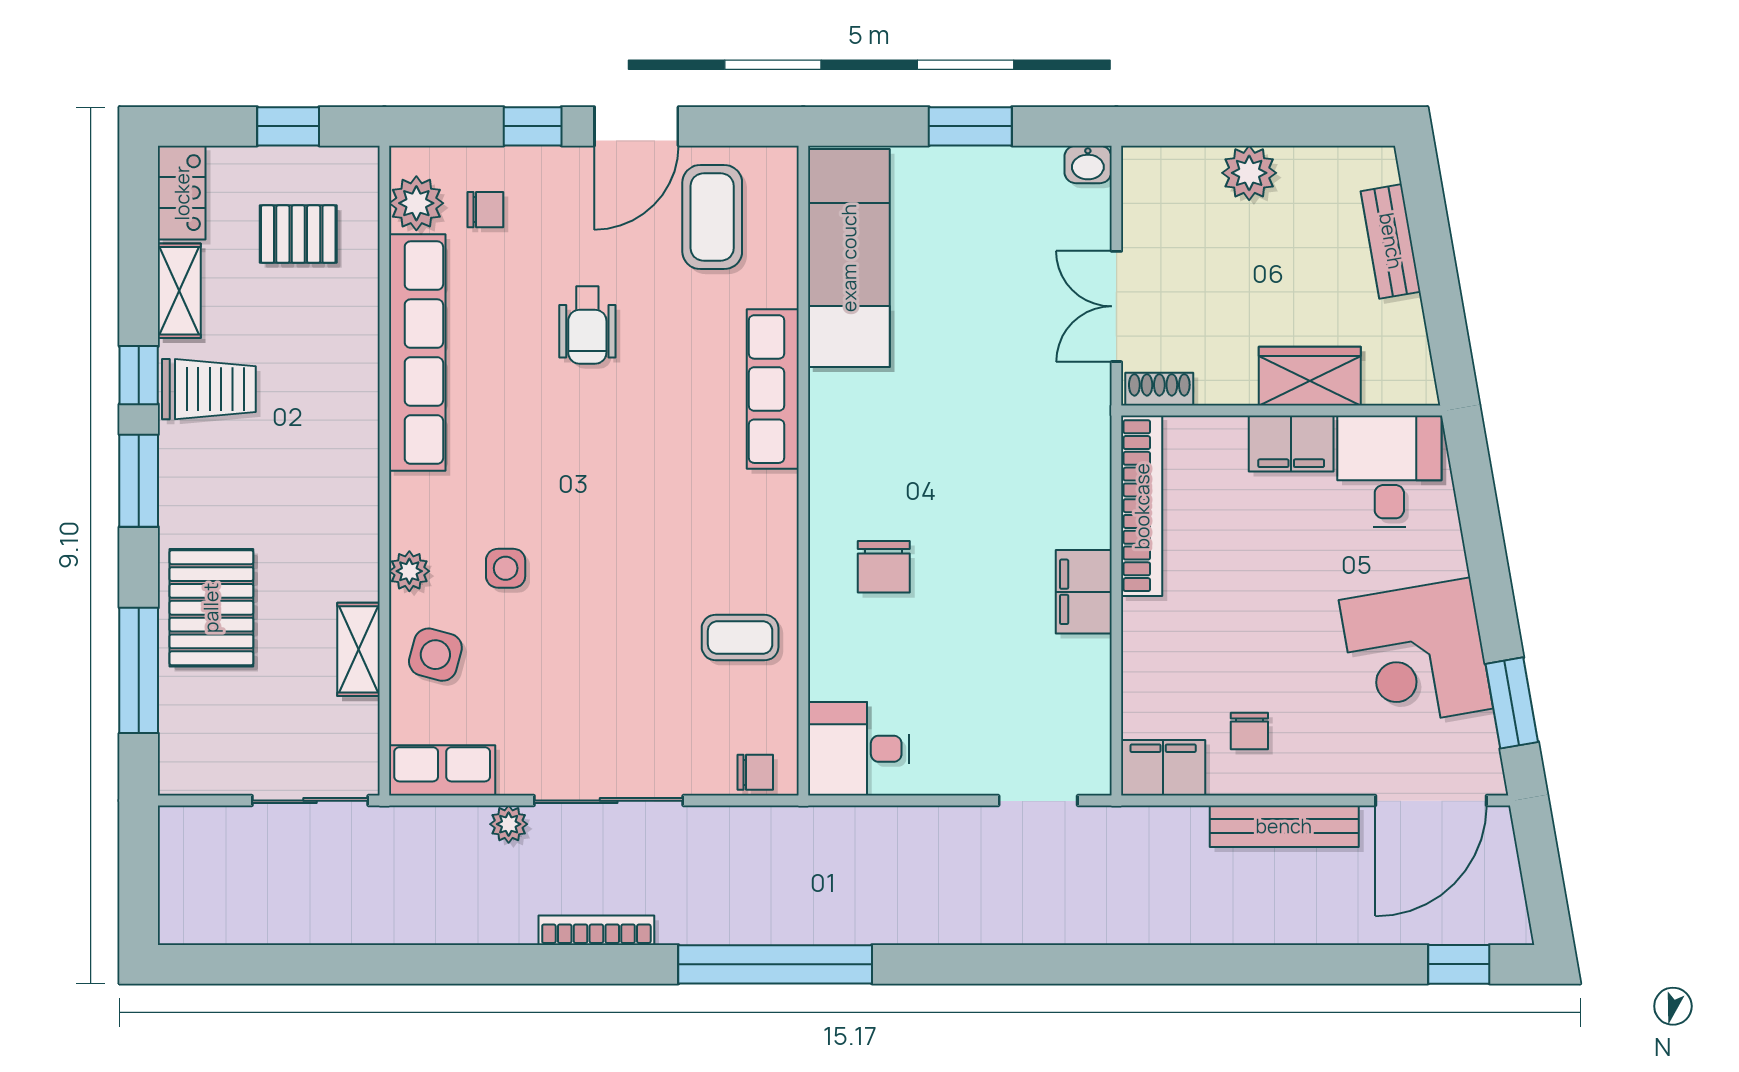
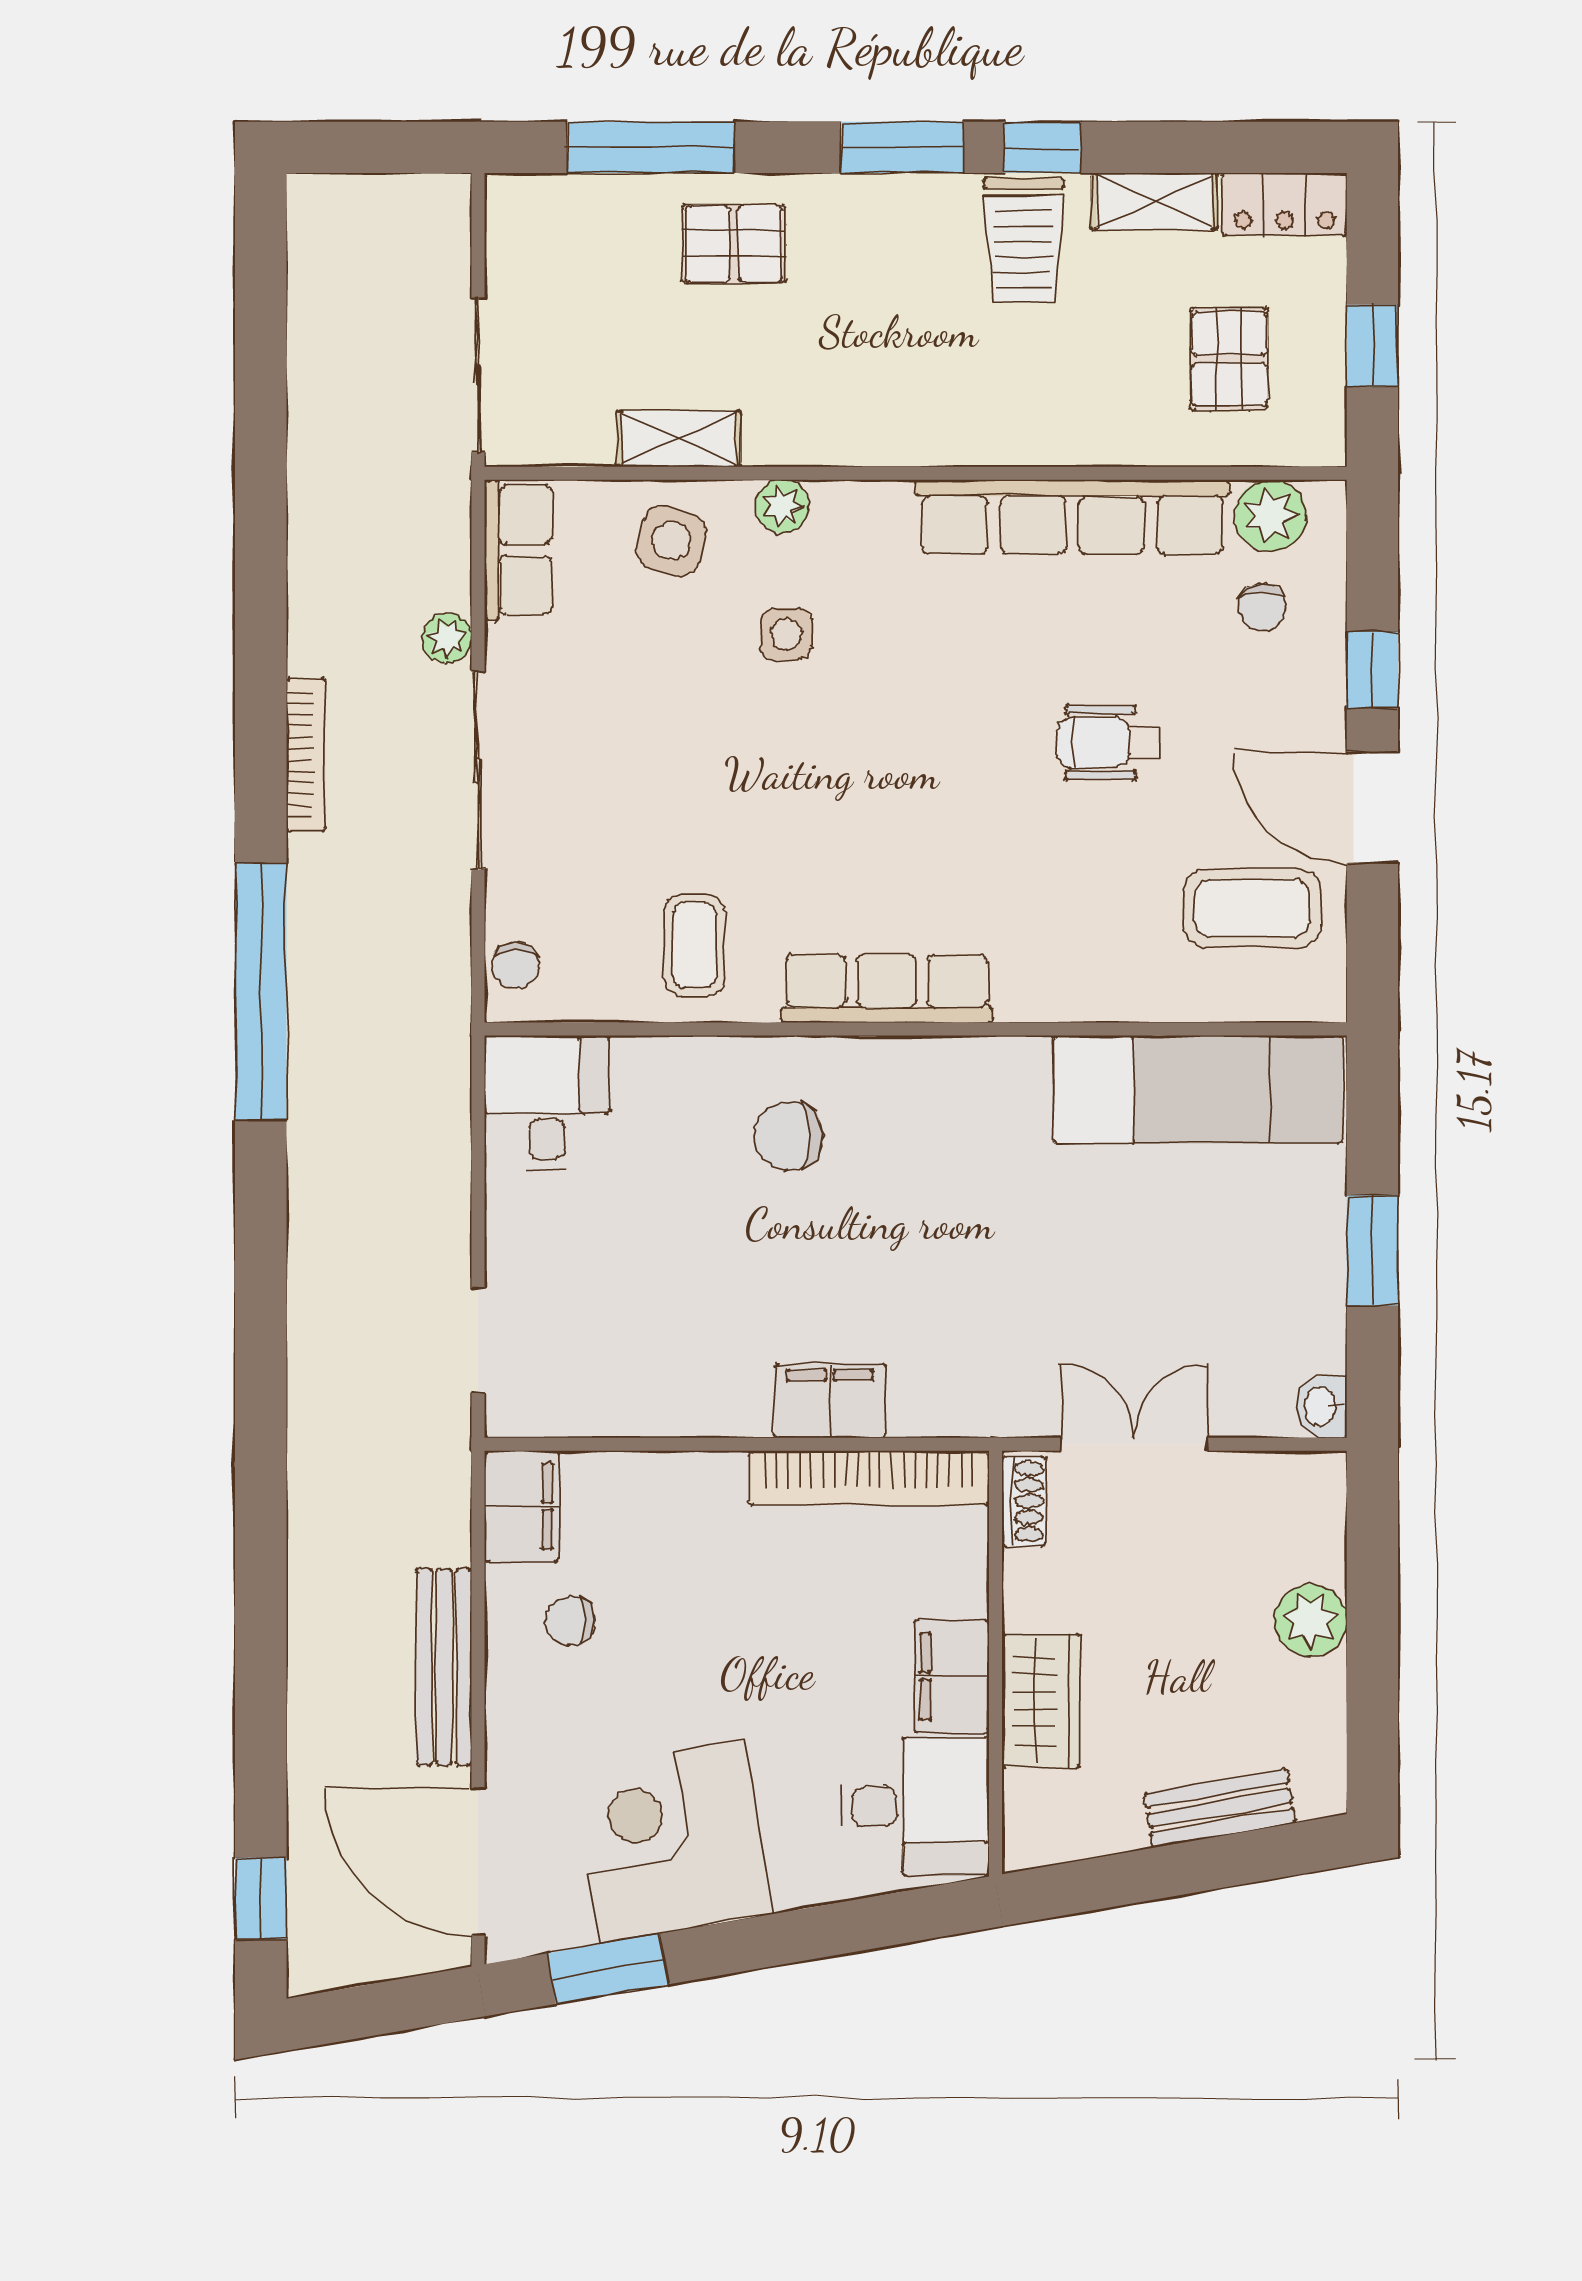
row of seats: (773, 389) -> (887, 988), moved
filing cabinet: (1084, 592) -> (830, 1401), moved
pallet: (211, 608) -> (734, 244), width x0.67, depth x0.71

